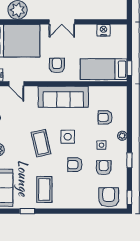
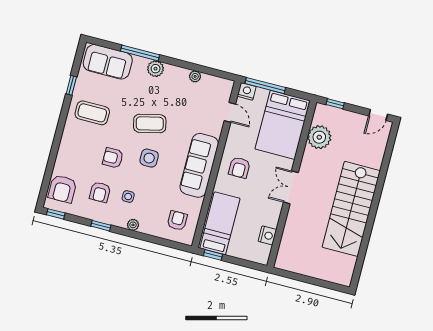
armchair: (57, 65) -> (239, 168), turned 90
door: (16, 84) -> (230, 112), swing flipped
armchair: (105, 117) -> (177, 221), moved
armchair: (75, 165) -> (113, 158), turned -90
armchair: (104, 168) -> (100, 192), turned 90
armchair: (109, 197) -> (62, 189), turned 90

